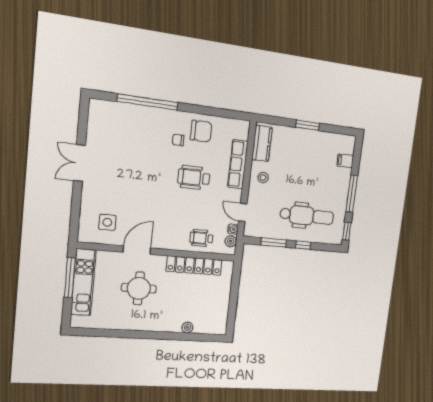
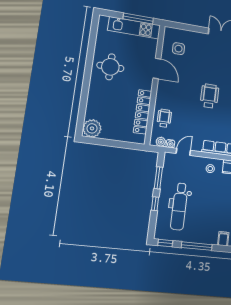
wheelchair: (194, 178) -> (209, 96), moved
round table: (139, 288) -> (110, 67), moved
plant: (187, 327) -> (92, 128), moved, width x1.88, depth x1.88

